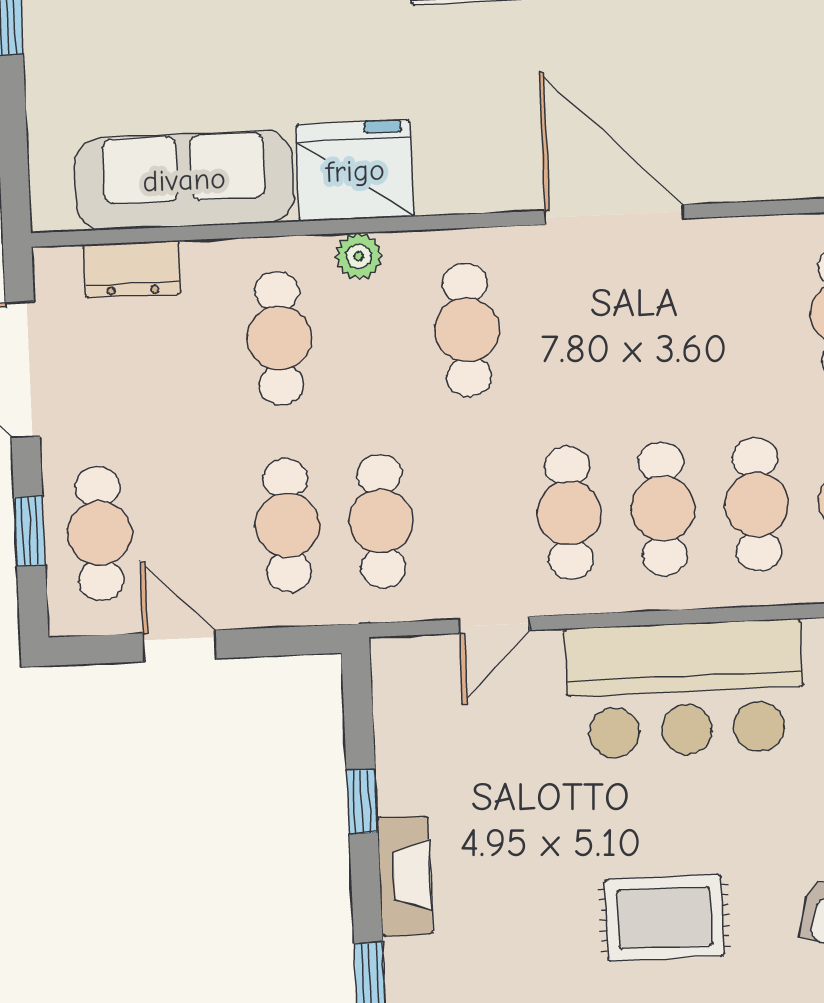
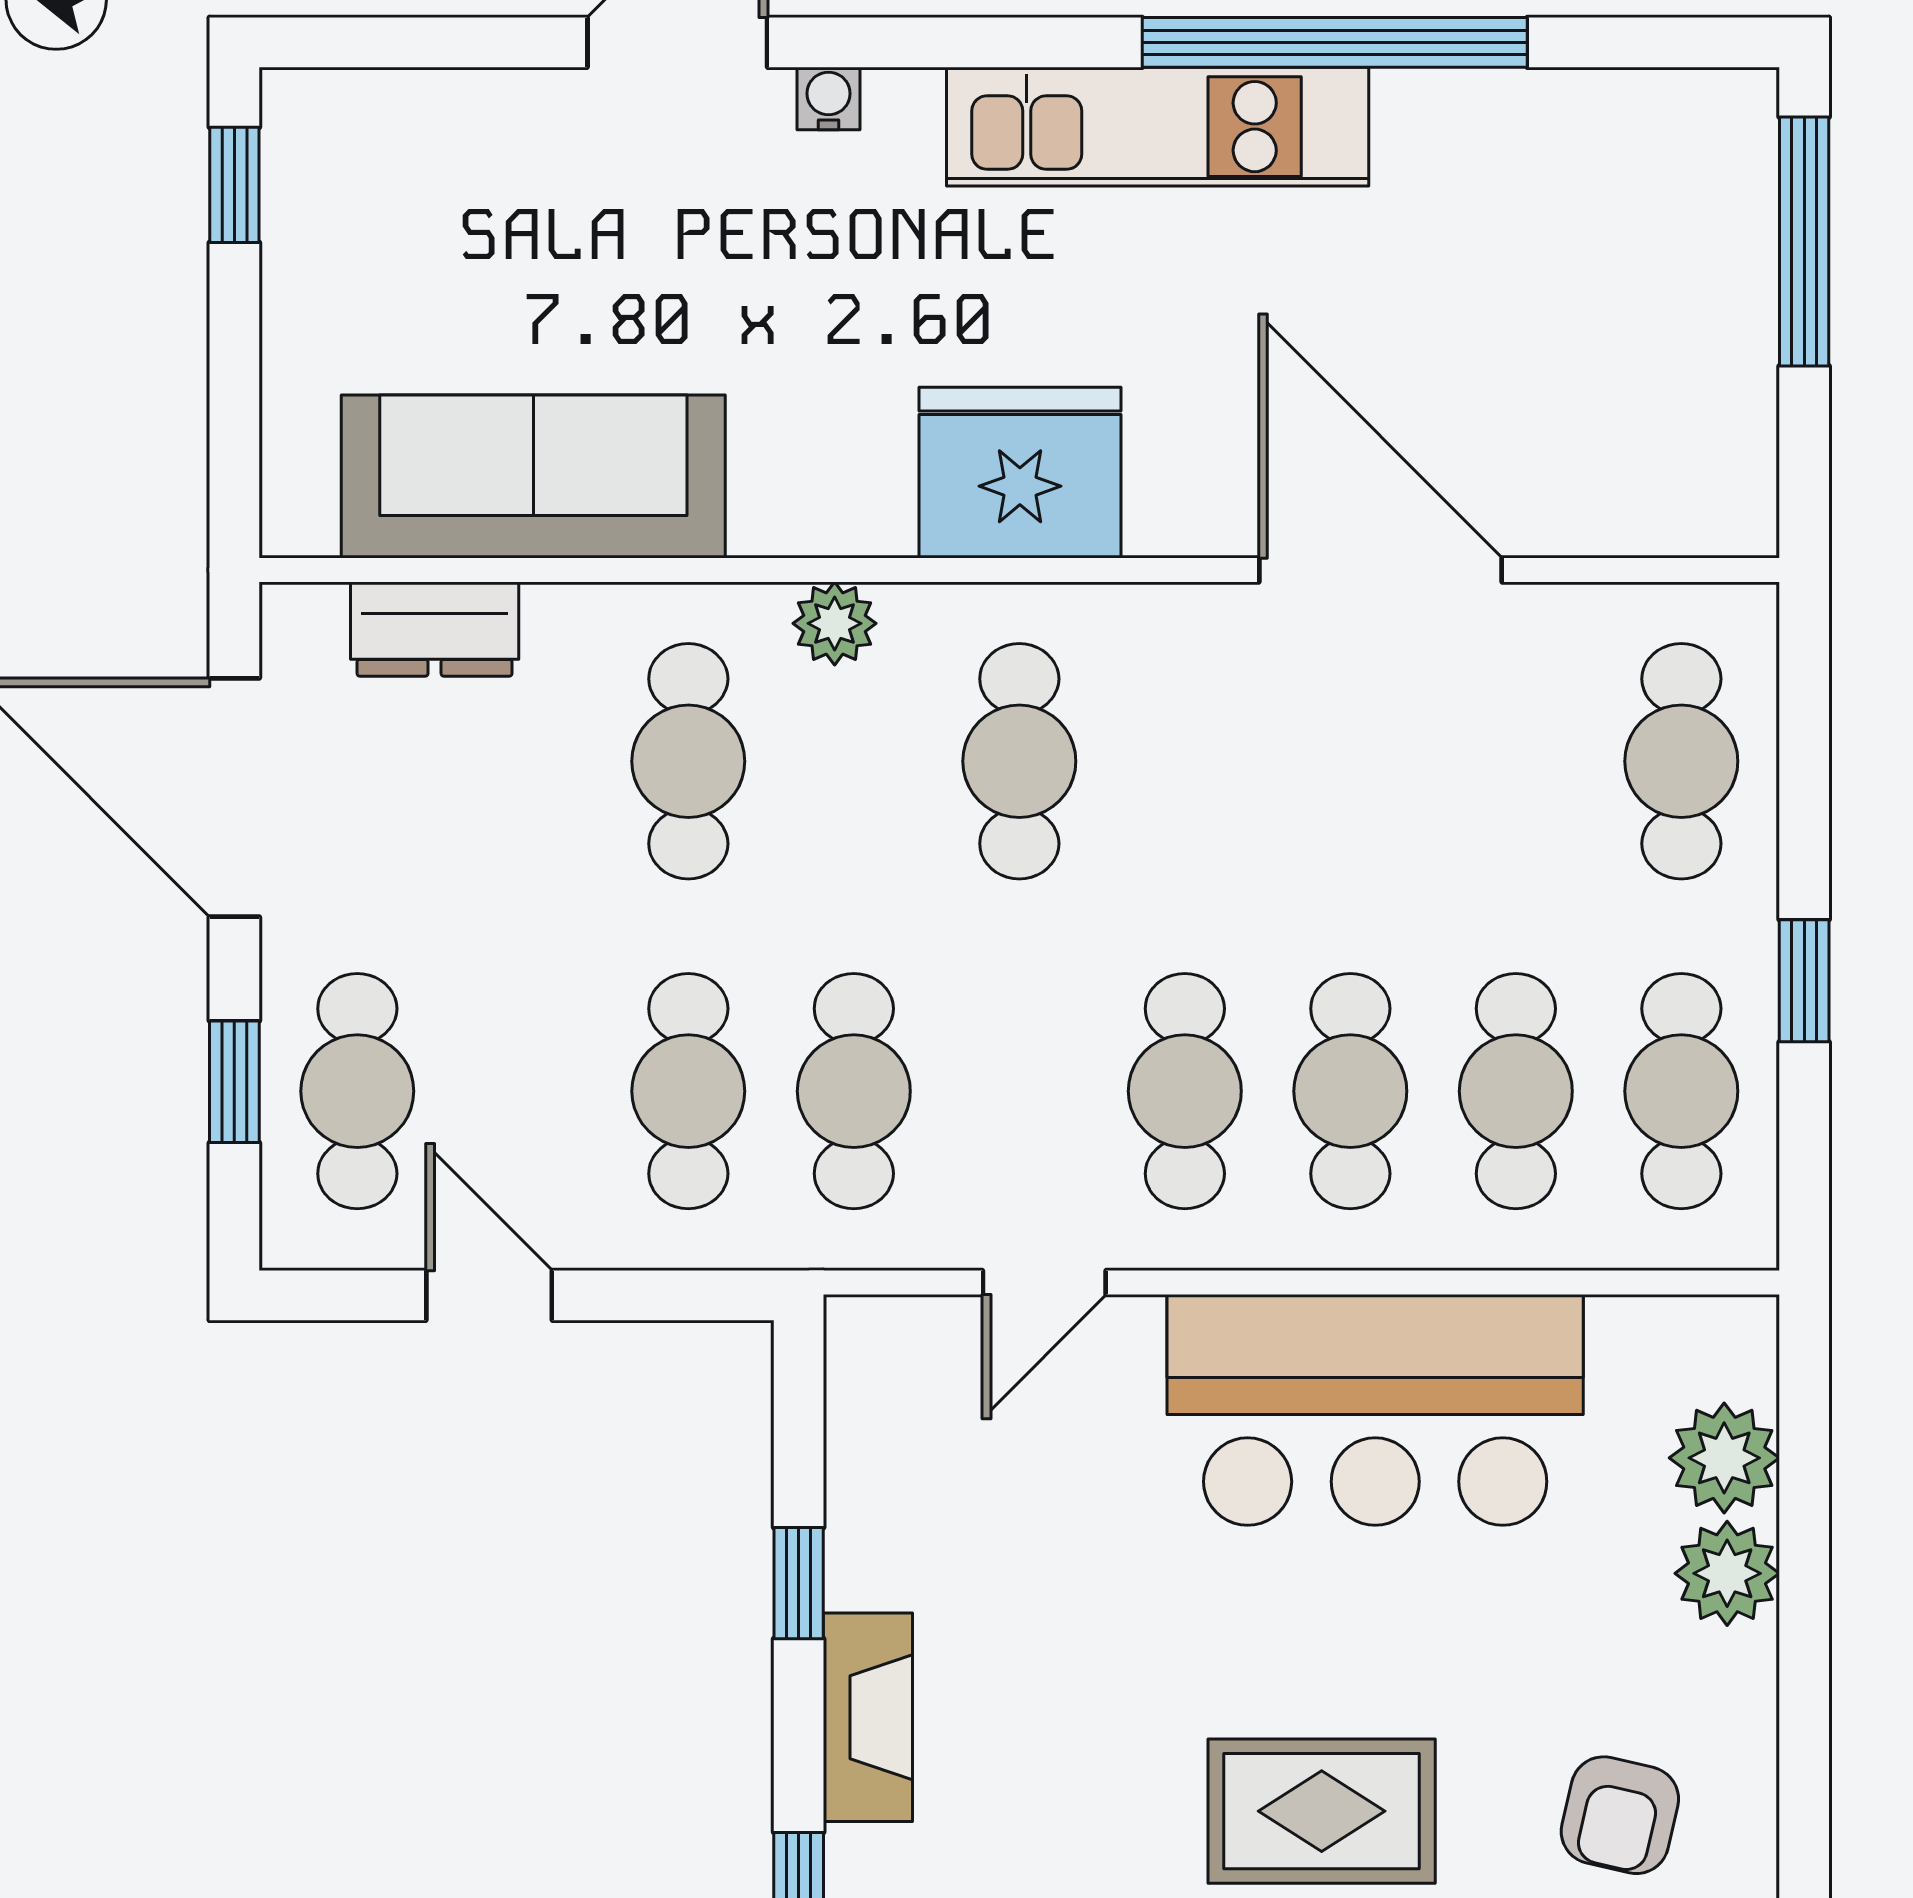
fridge: (355, 171) -> (1020, 473), moved
door: (614, 215) -> (1380, 570), moved

